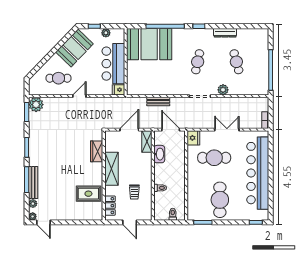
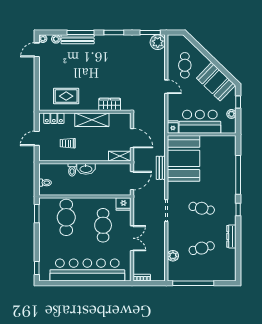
booth: (149, 44) -> (184, 158), moved
plant: (223, 90) -> (173, 256), moved
washbasin: (159, 154) -> (86, 169), moved
rug: (88, 194) -> (66, 96), turned 90
cafe table: (220, 200) -> (66, 217), moved, turned 90

